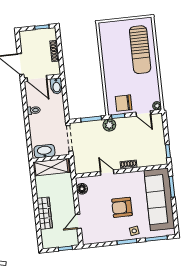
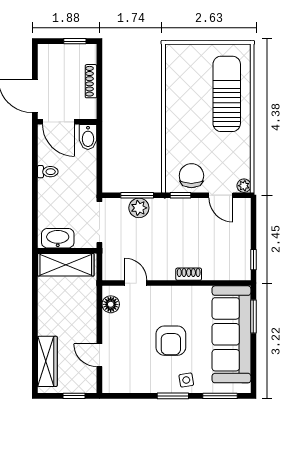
sun lounger: (140, 50) -> (227, 94), turned 180
chair: (124, 103) -> (191, 176), turned 90
plant: (109, 125) -> (139, 208), moved
door: (107, 173) -> (136, 283), moved
armchair: (122, 207) -> (171, 341), turned -90
wardrobe: (45, 213) -> (47, 361), moved
door: (78, 221) -> (99, 355), hinge flipped

